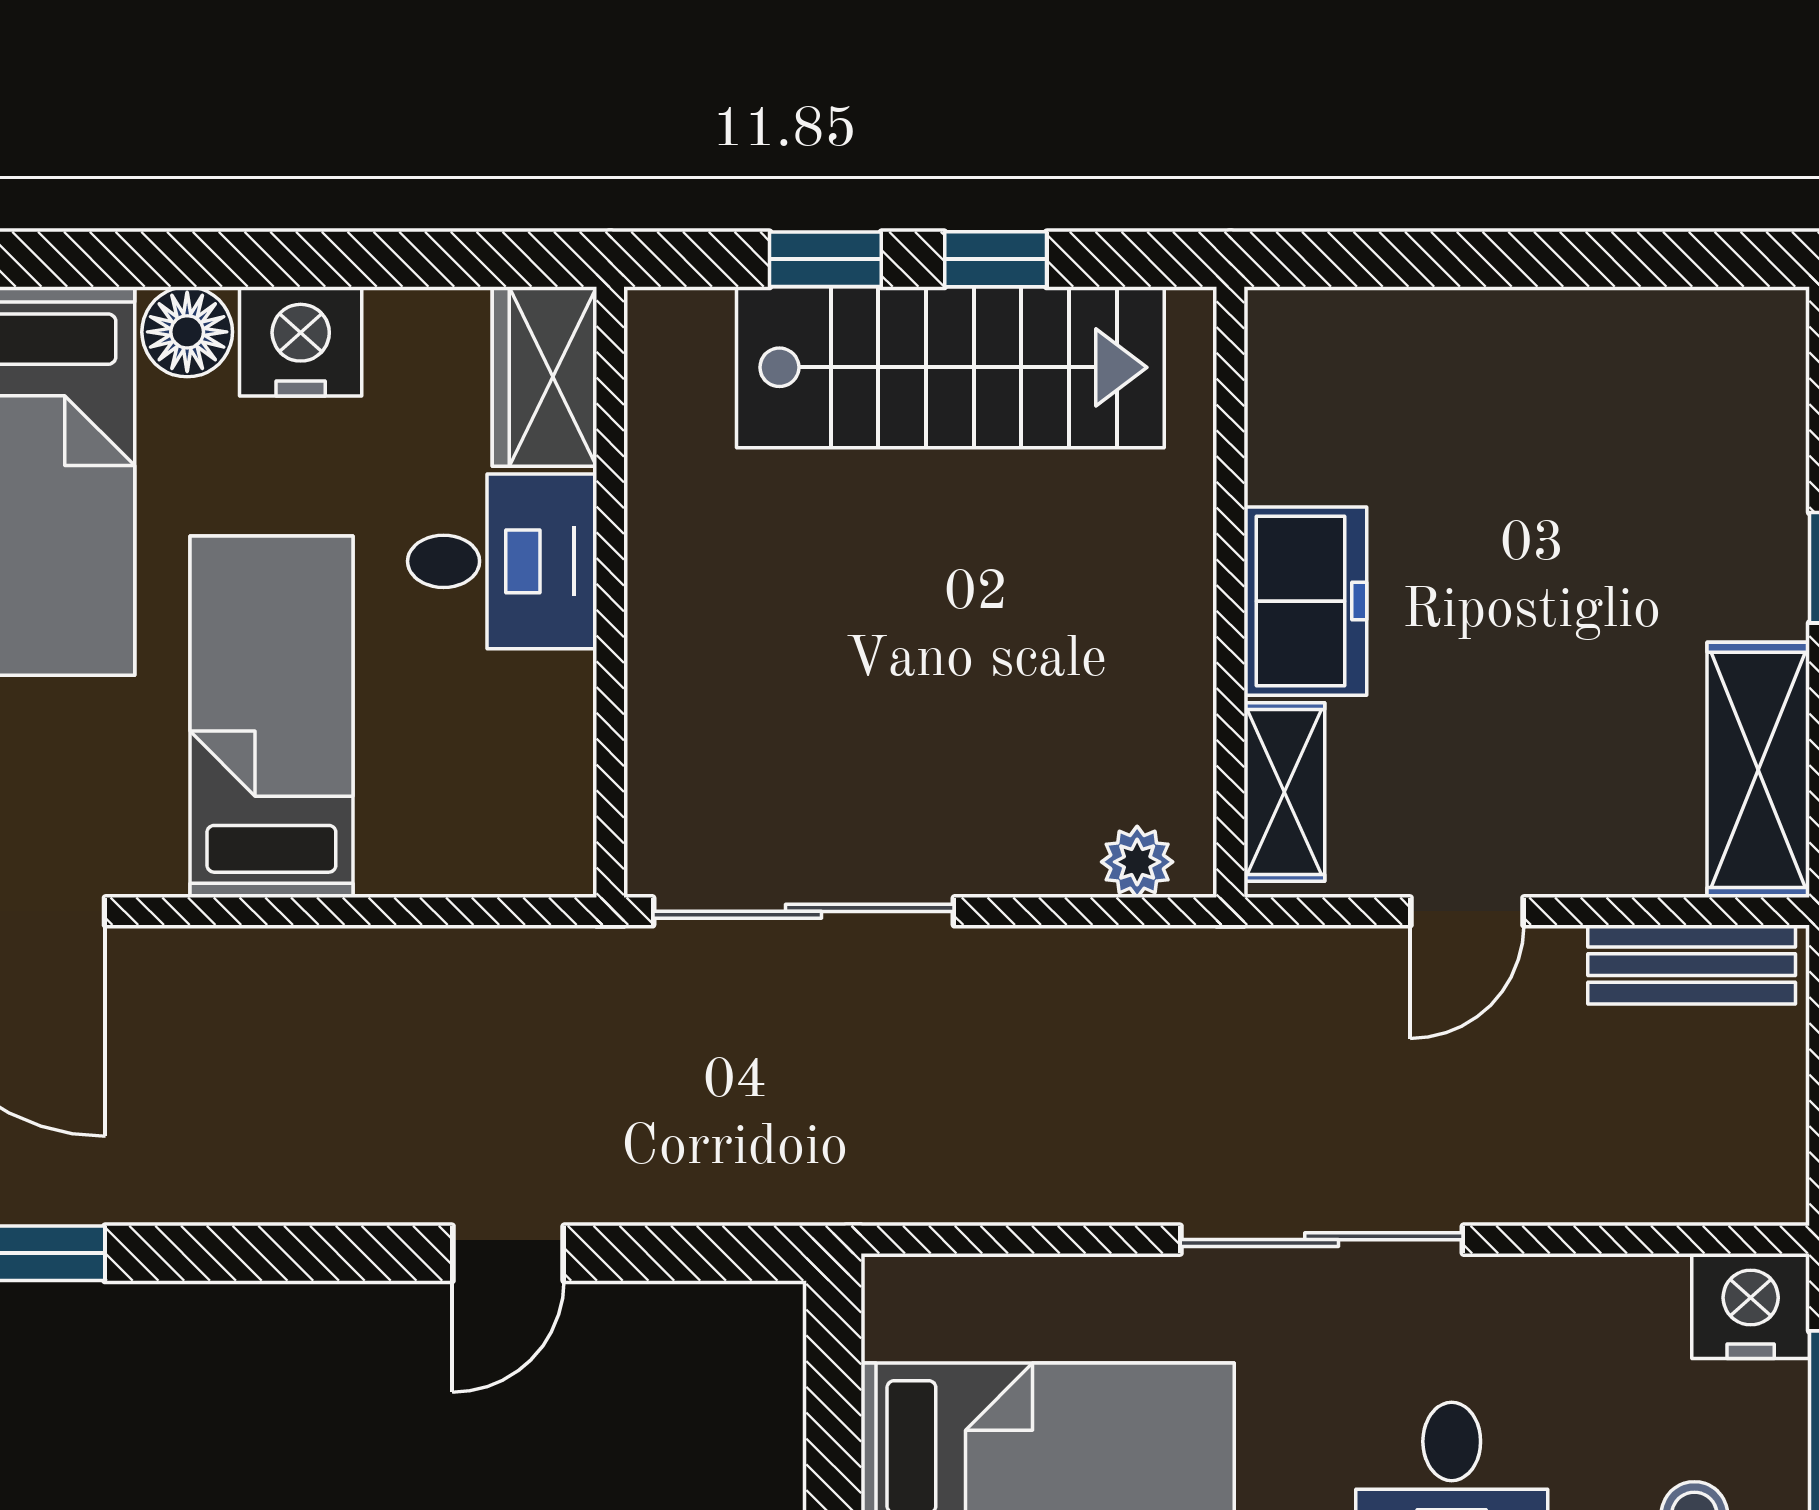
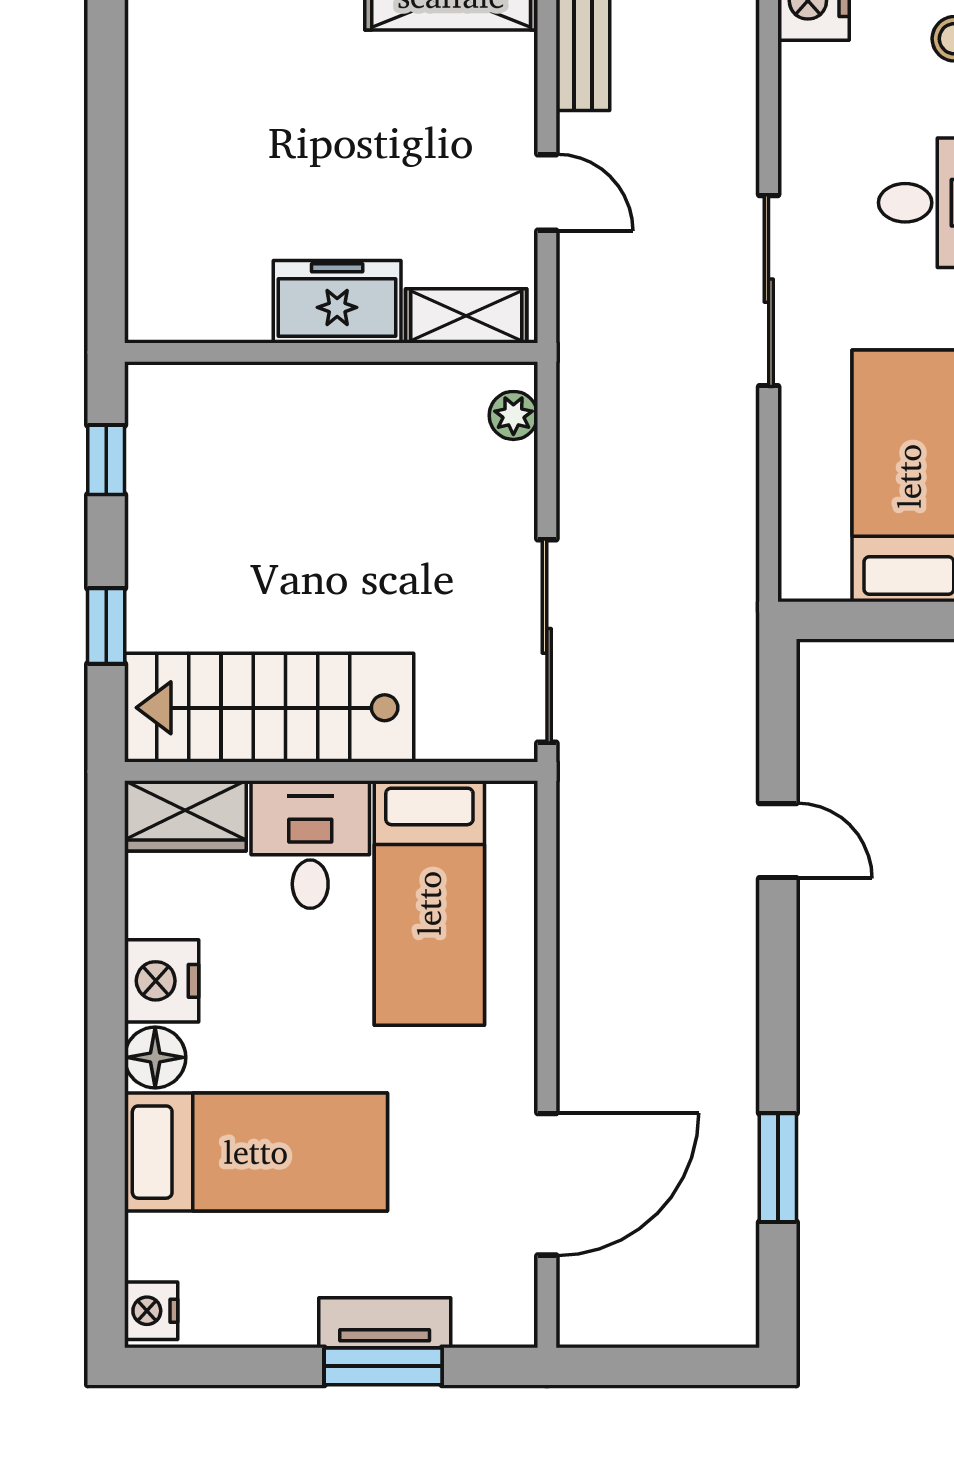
window: (996, 259) -> (106, 460), moved
stairs: (950, 367) -> (269, 708), moved, turned -90
bed: (271, 717) -> (429, 903), moved, turned -90

